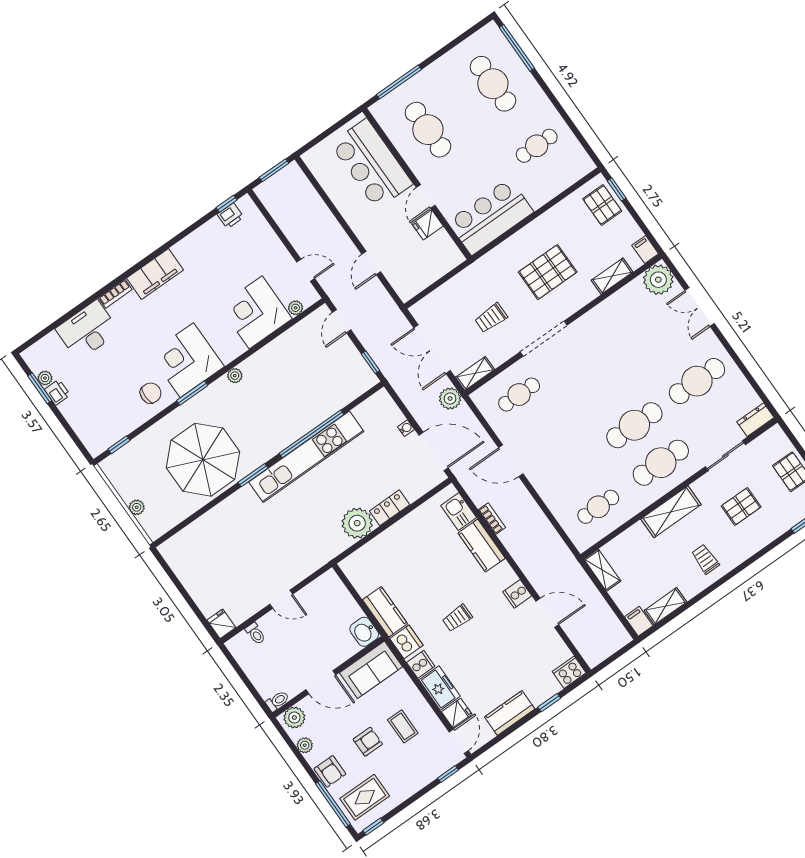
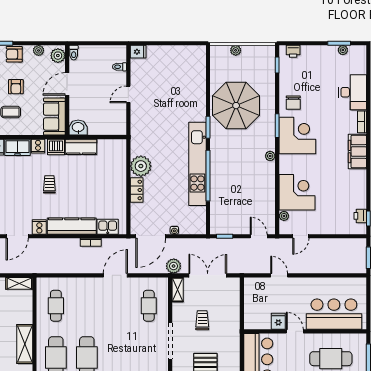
printer: (57, 392) -> (293, 51), moved
kitchen counter: (482, 546) -> (72, 226), width x1.50

